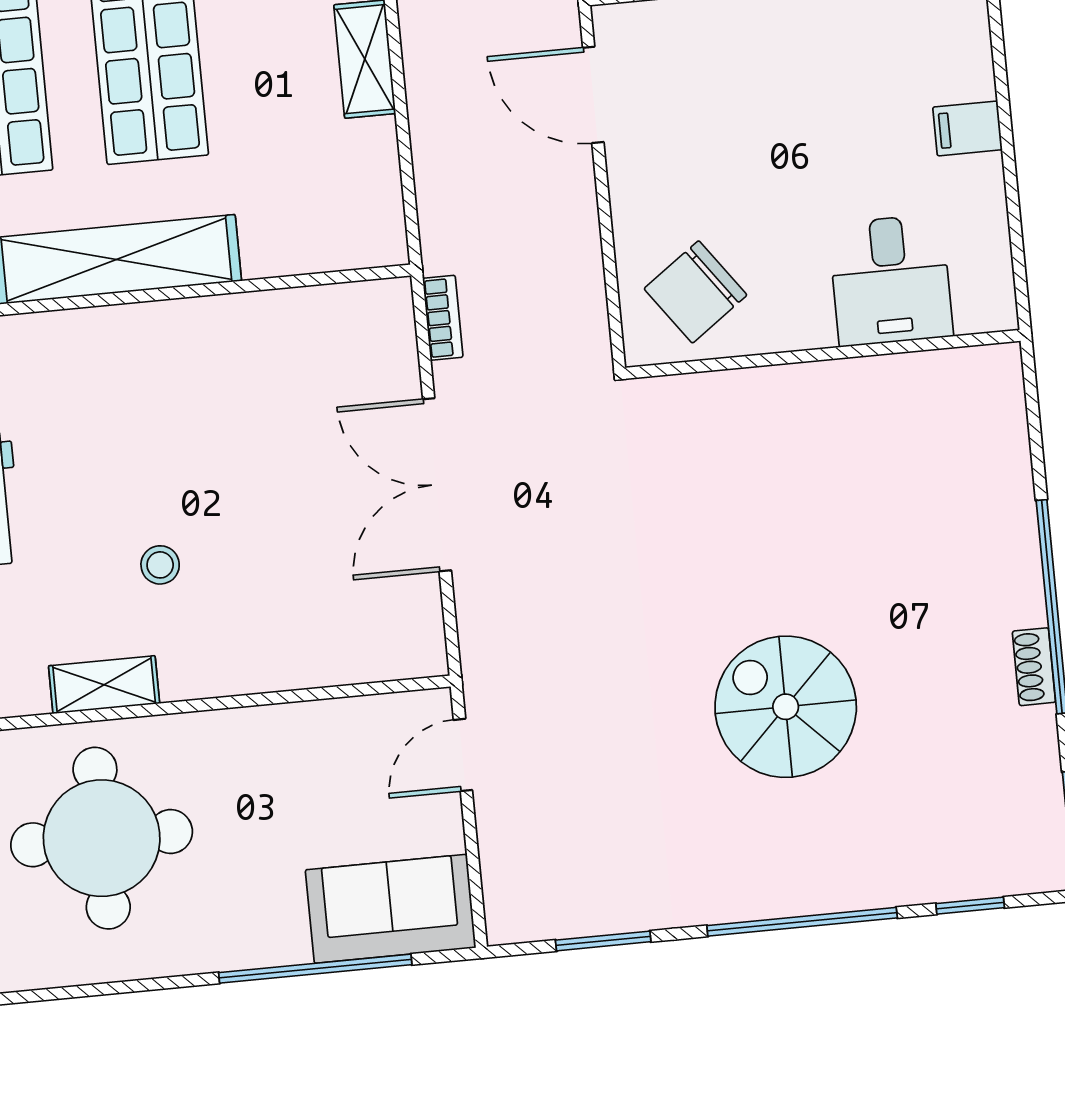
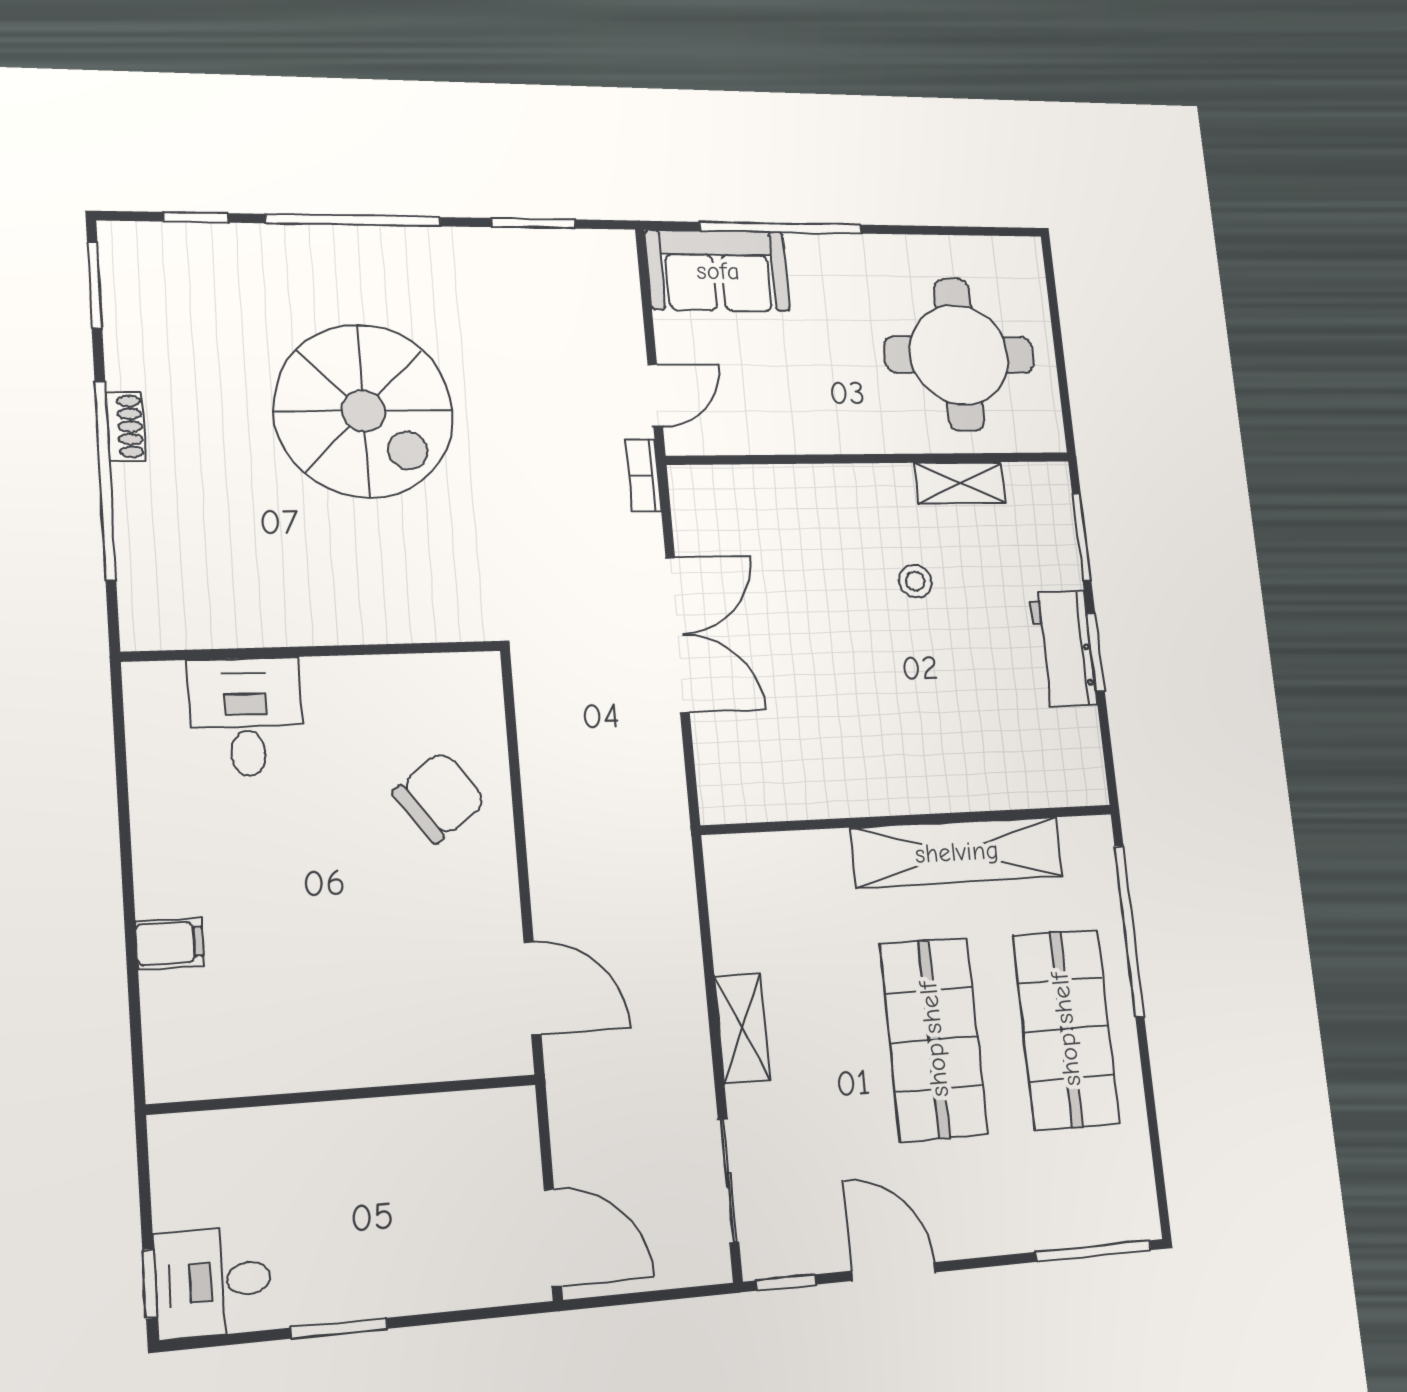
desk: (891, 280) -> (246, 717), moved
bookcase: (443, 318) -> (644, 475), moved
wall: (823, 354) -> (314, 651), moved
spiral stairs: (786, 707) -> (364, 411), width x1.37, depth x1.37

